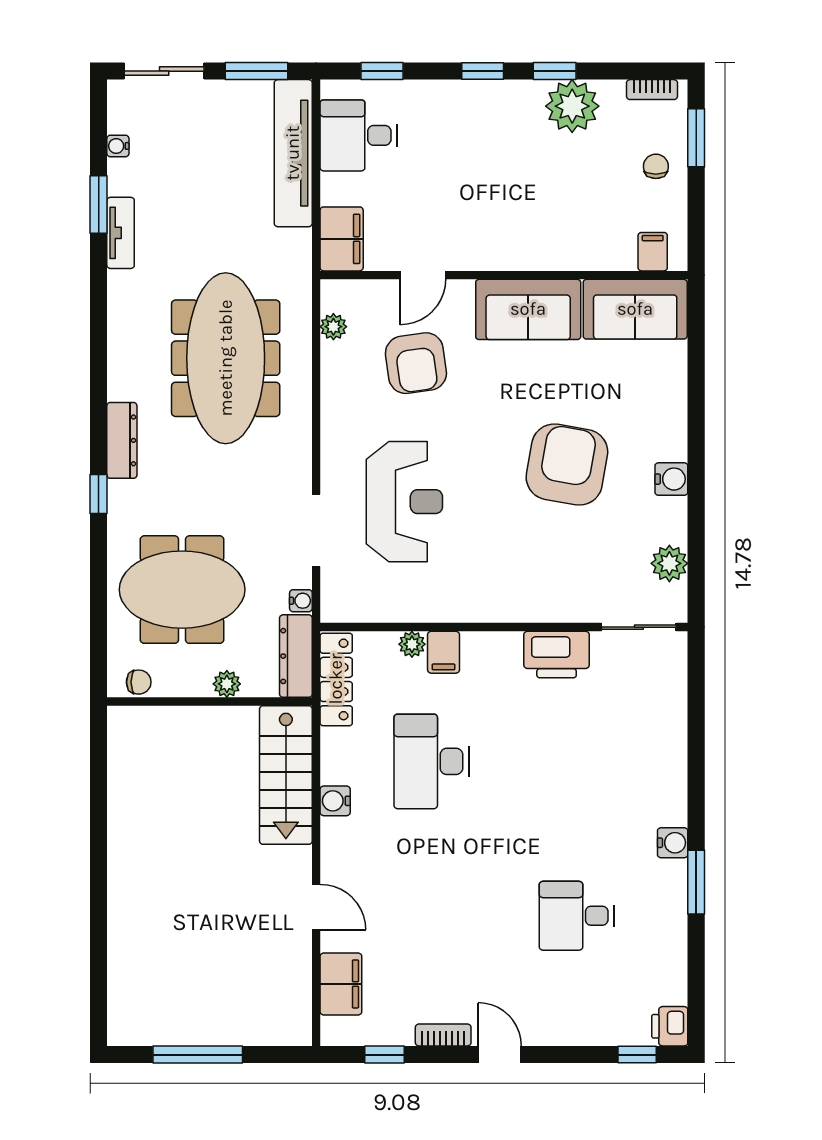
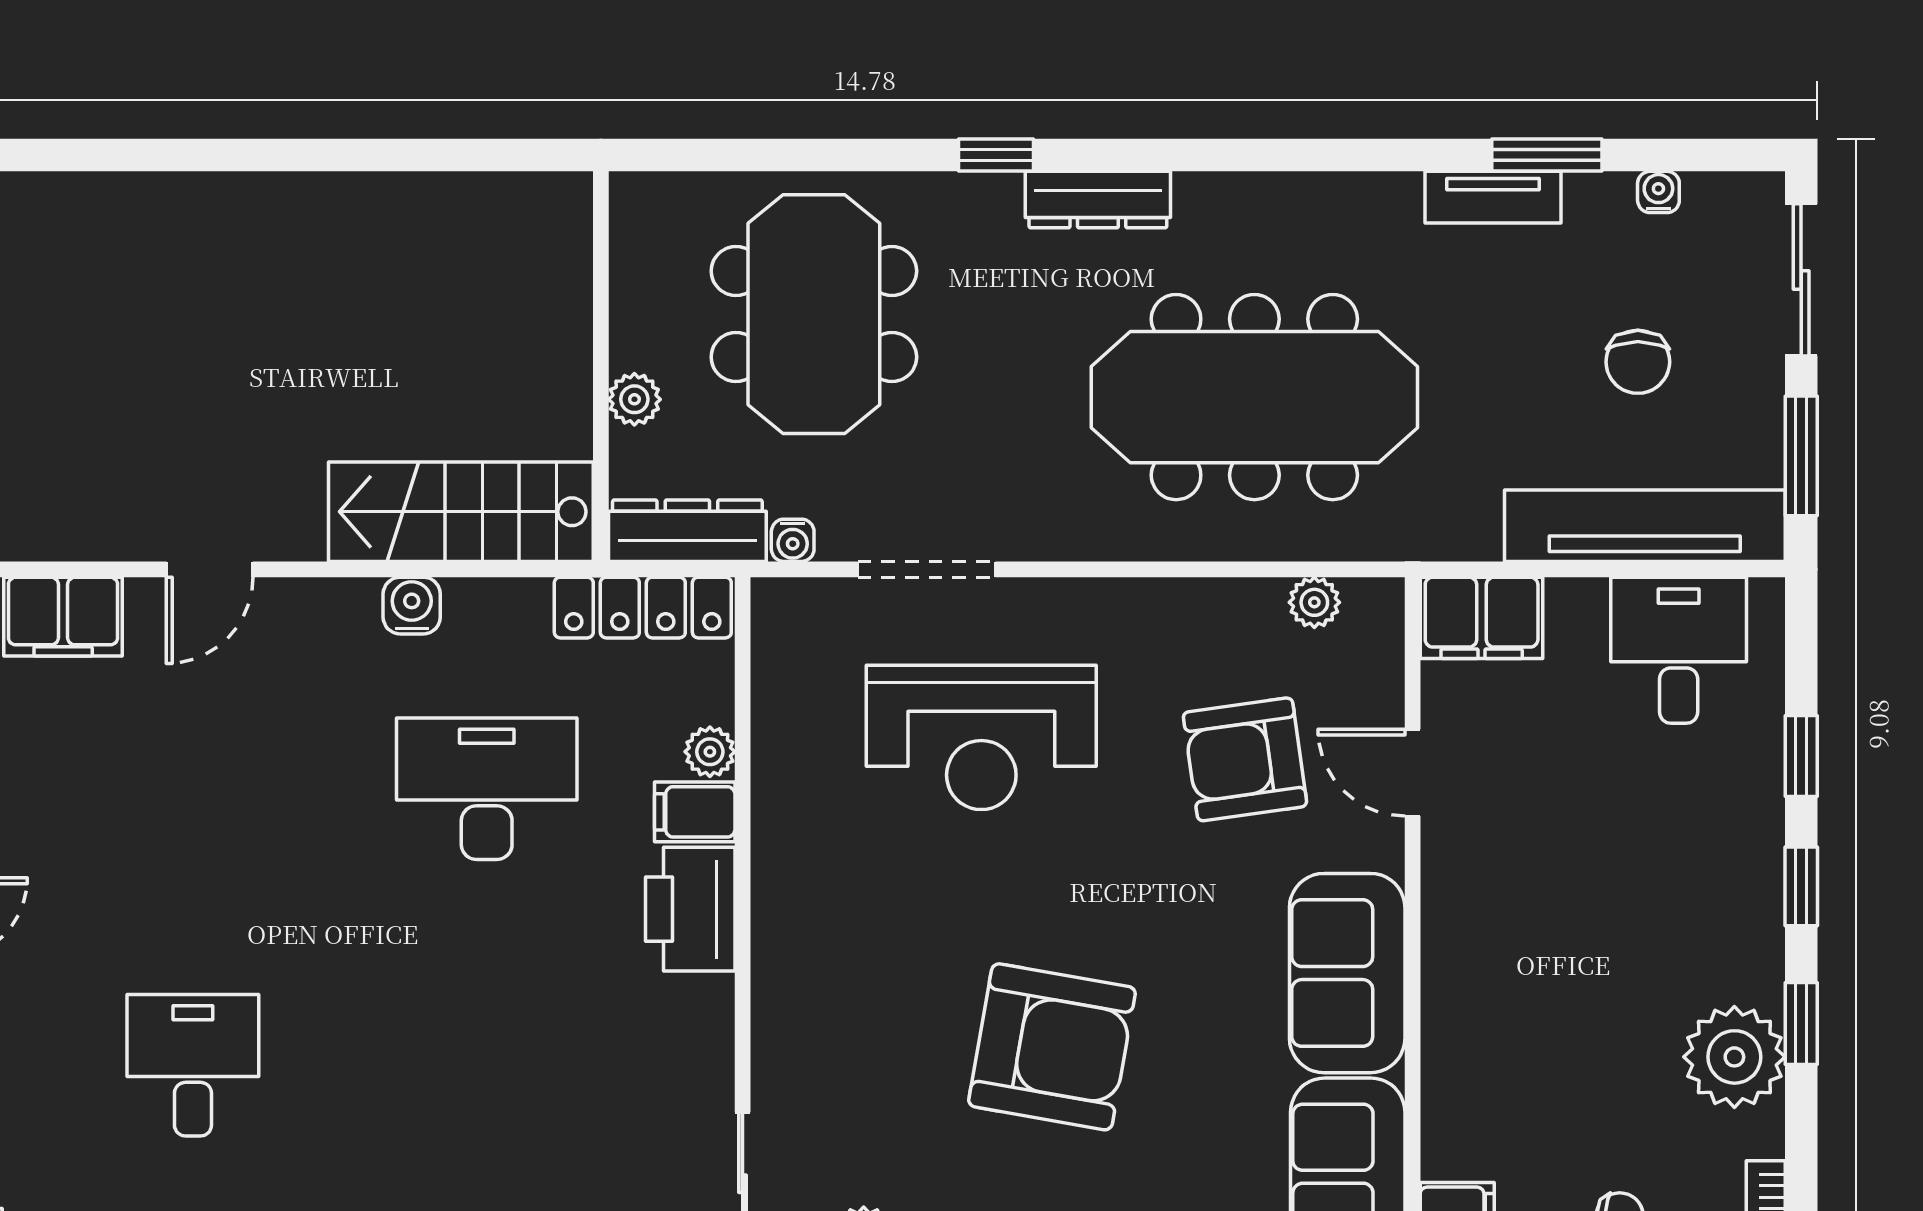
window: (382, 71) -> (1801, 756), moved
printer: (557, 655) -> (690, 909), moved
chair: (139, 682) -> (1638, 362), moved, width x1.37, depth x1.37

